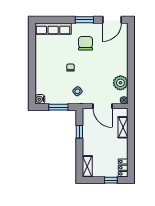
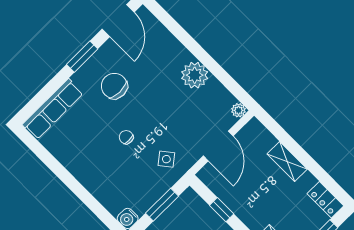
plant: (120, 83) -> (195, 75), moved
door: (102, 106) -> (218, 146), hinge flipped
shelving: (123, 127) -> (287, 161), moved

